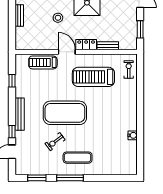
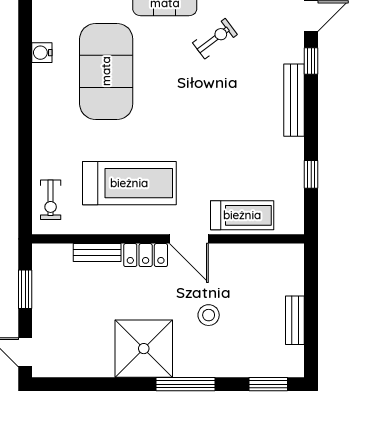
exercise mat: (65, 113) -> (106, 71), moved, turned 90

